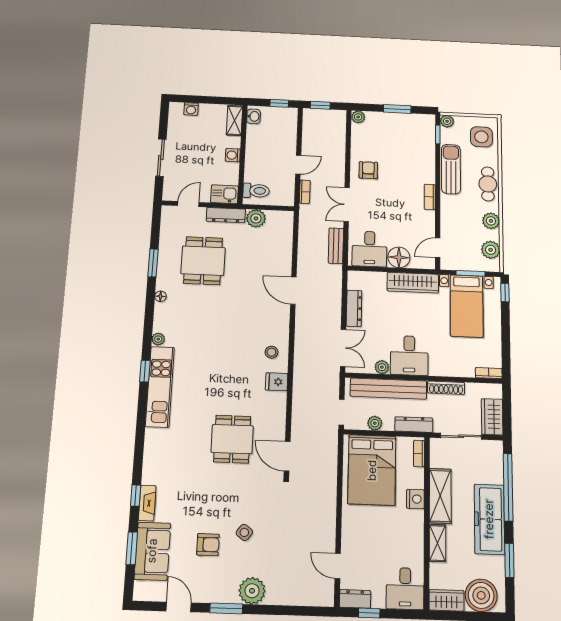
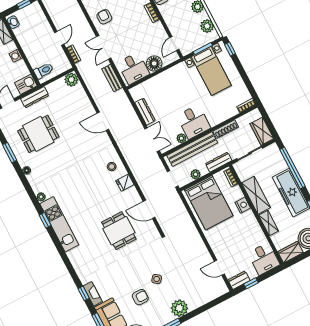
plant: (256, 218) -> (71, 80), moved
dining table: (203, 261) -> (38, 134), turned 90
wardrobe: (413, 283) -> (171, 75), removed
door: (287, 456) -> (149, 209), moved

